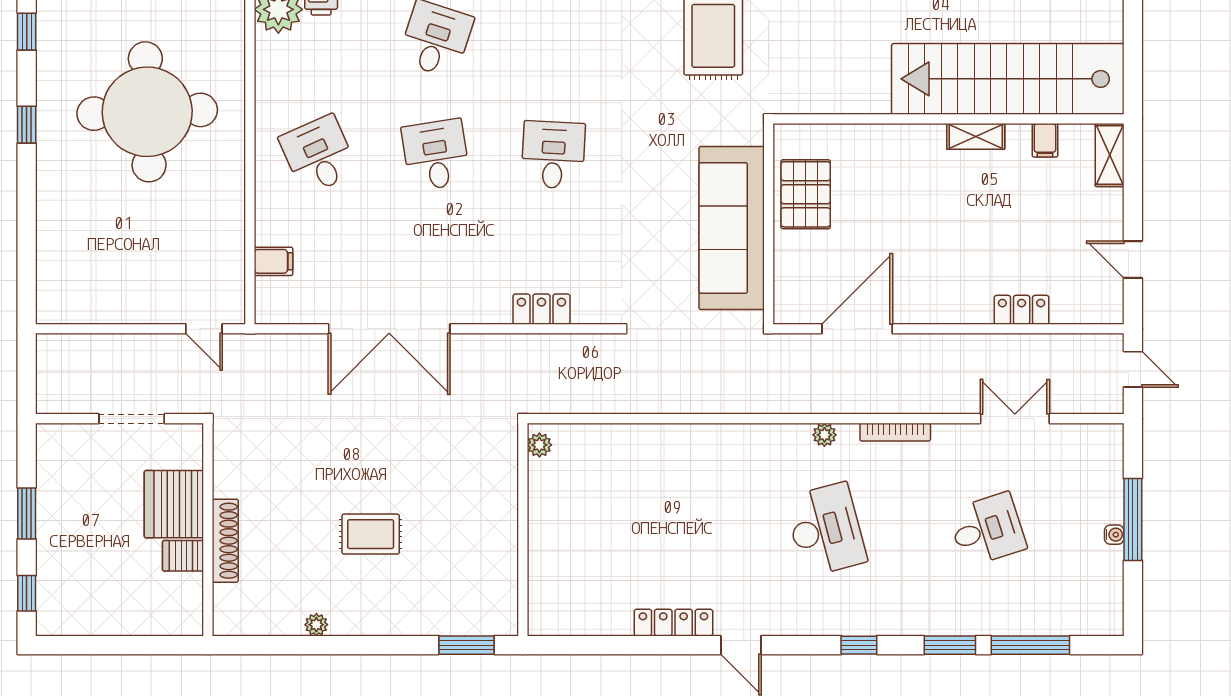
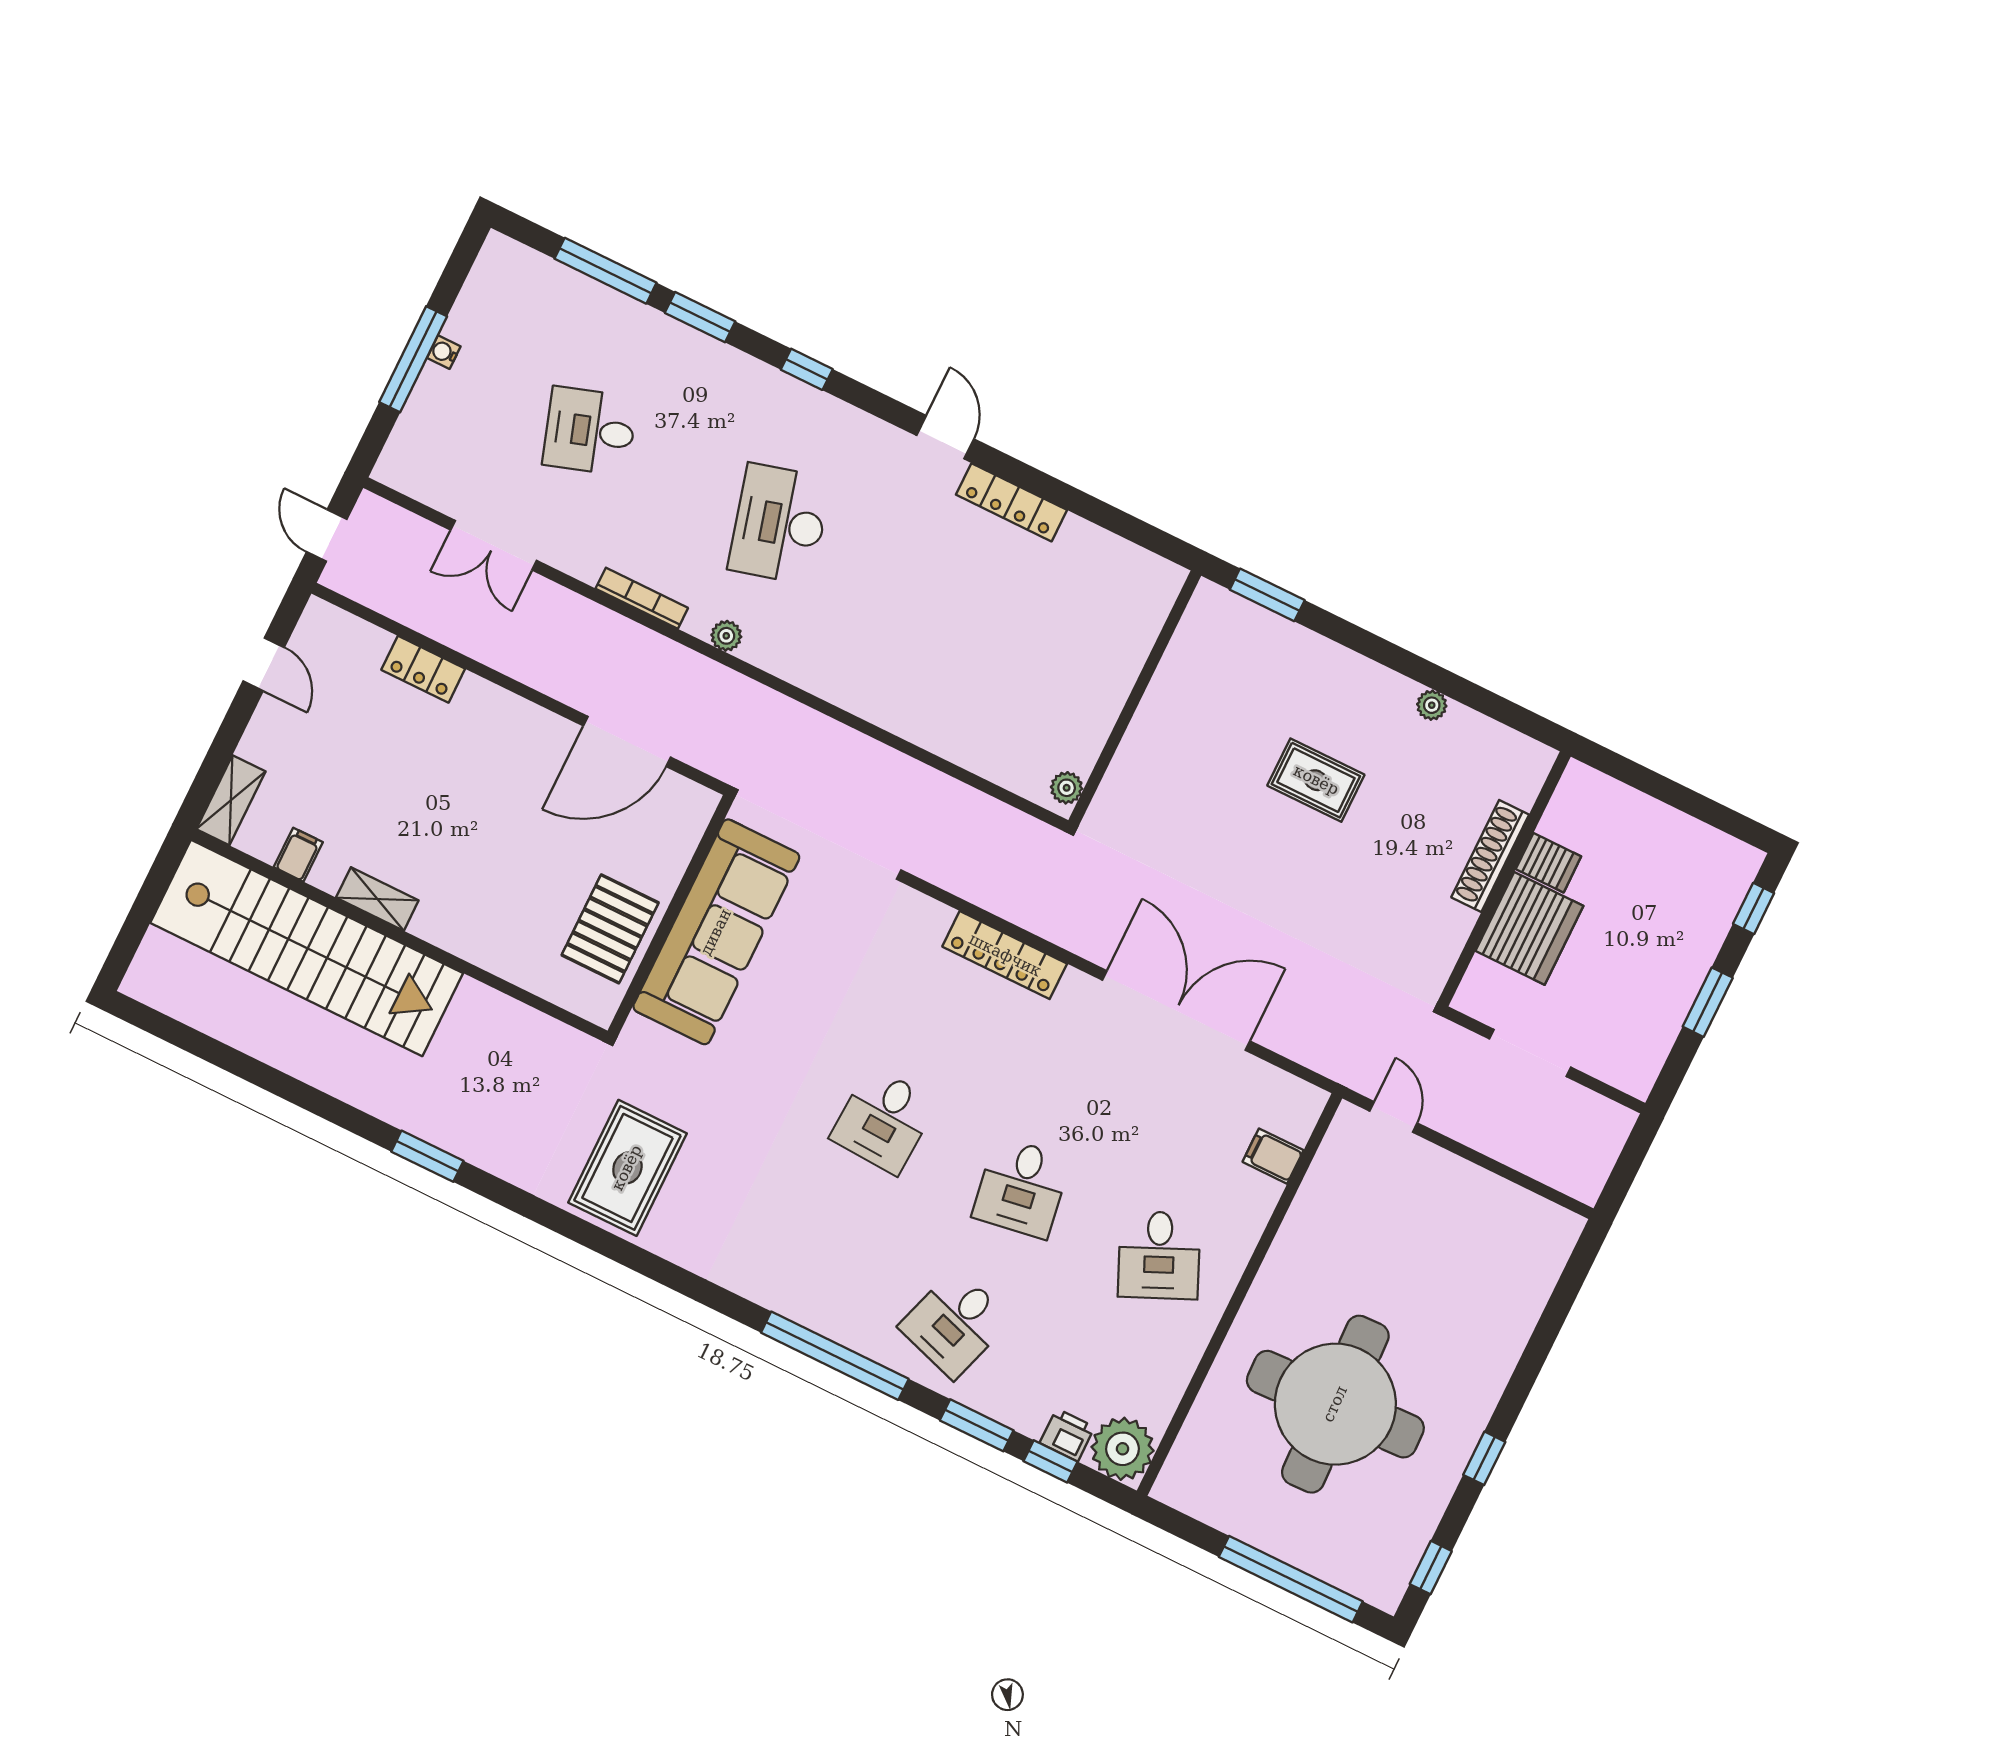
locker: (541, 309) -> (1005, 955), width x1.53

